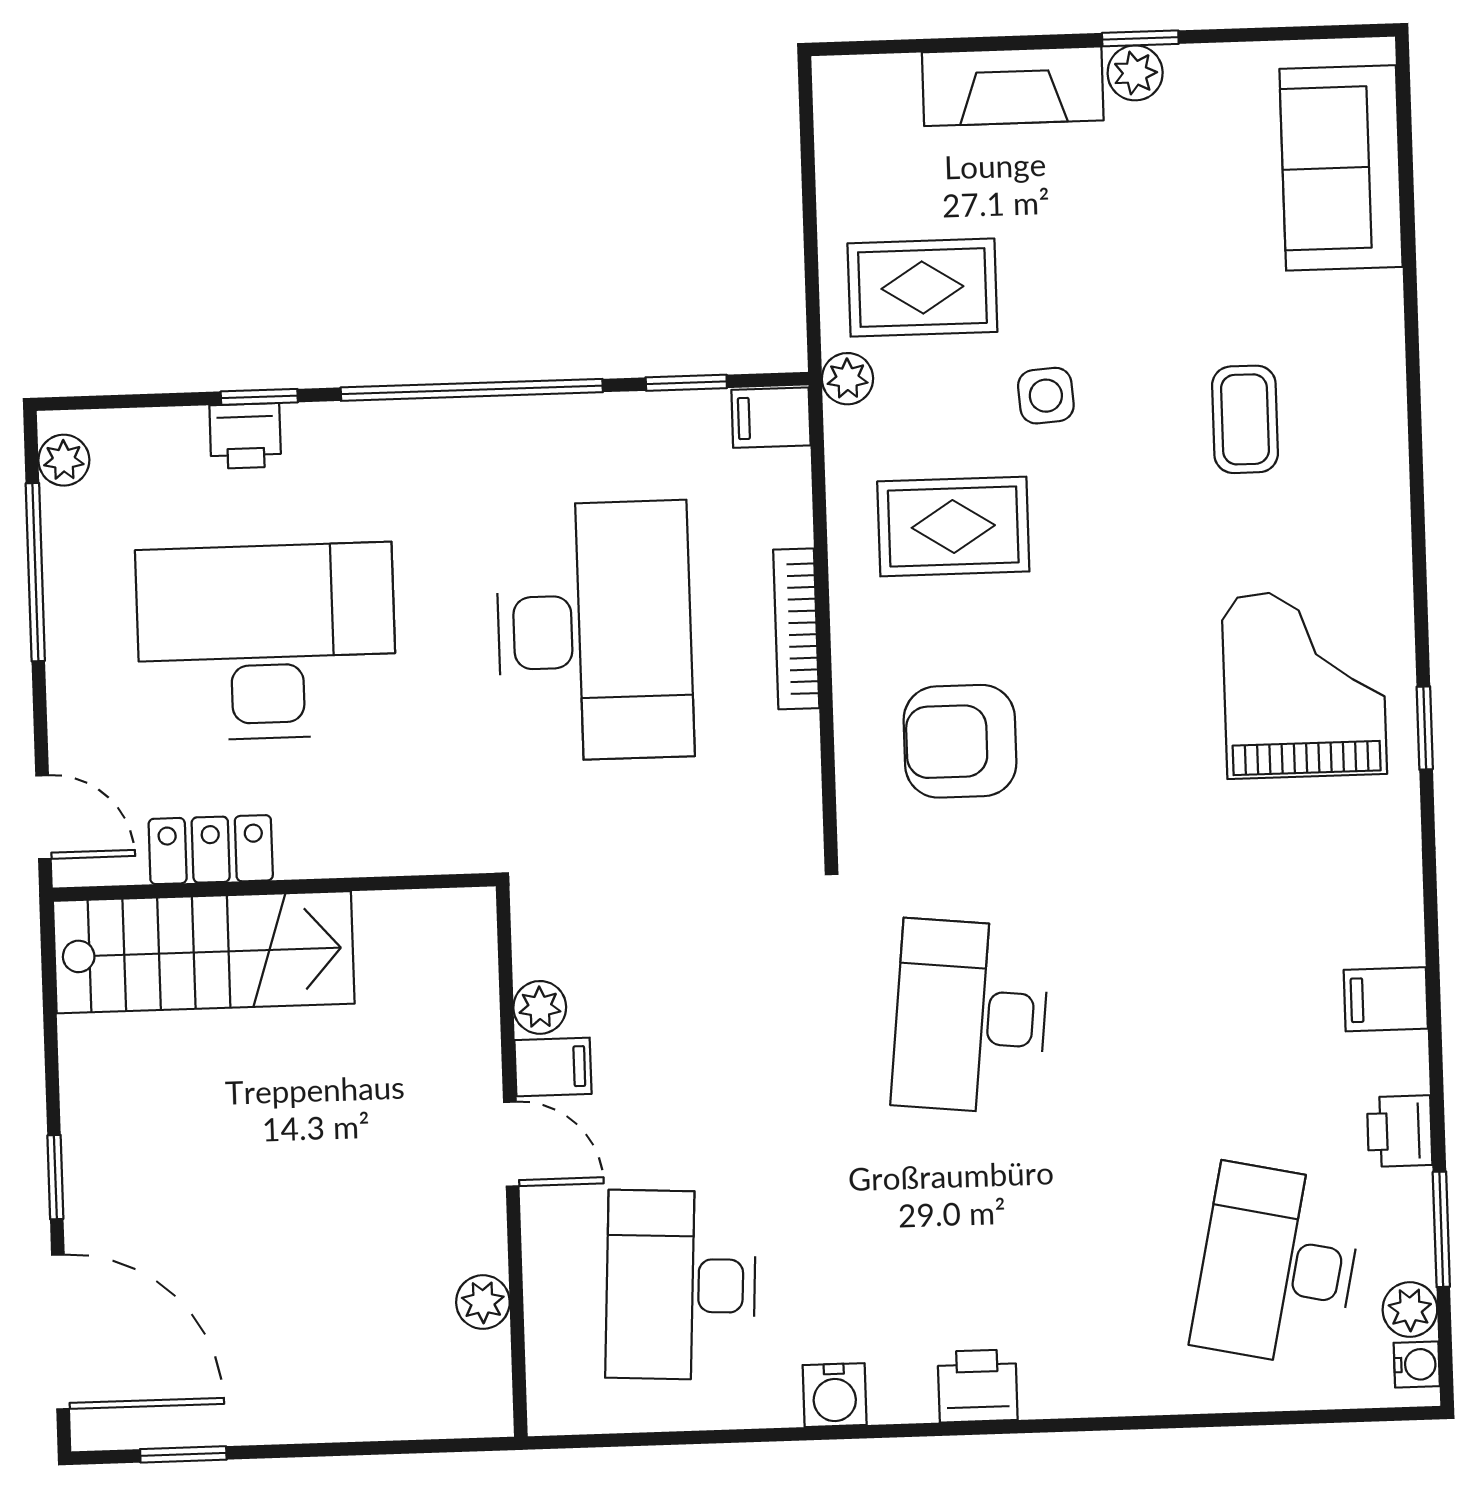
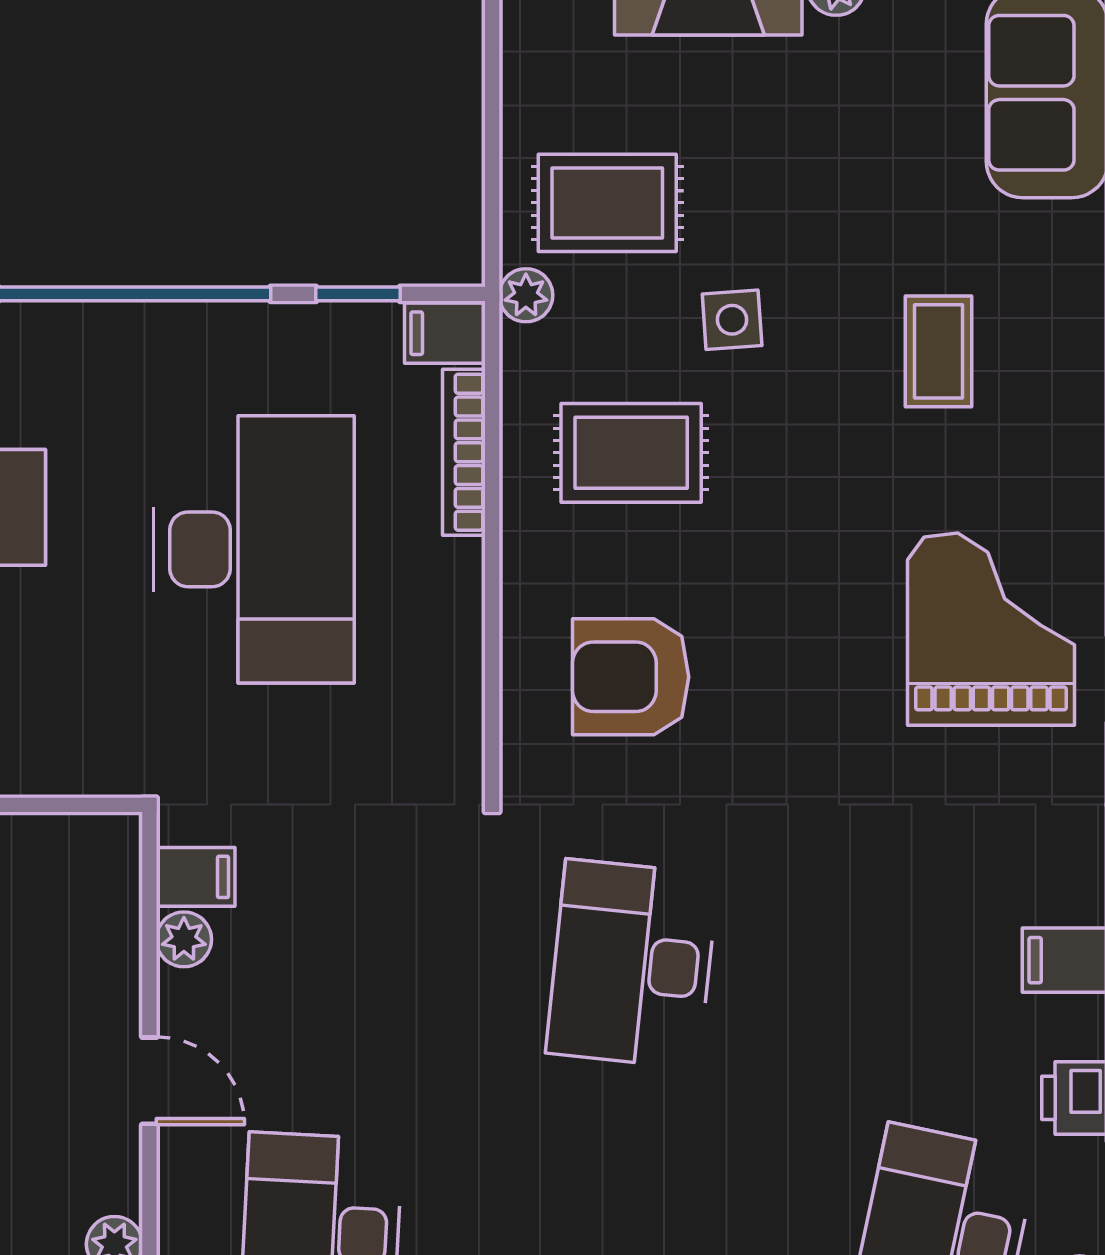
bookcase: (796, 629) -> (464, 452), moved
filing cabinet: (553, 1067) -> (196, 877), moved

